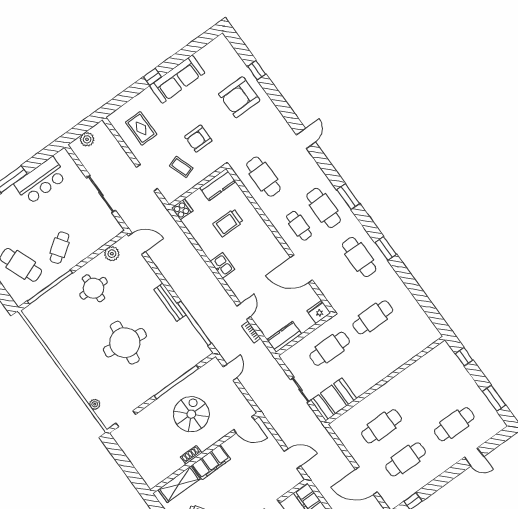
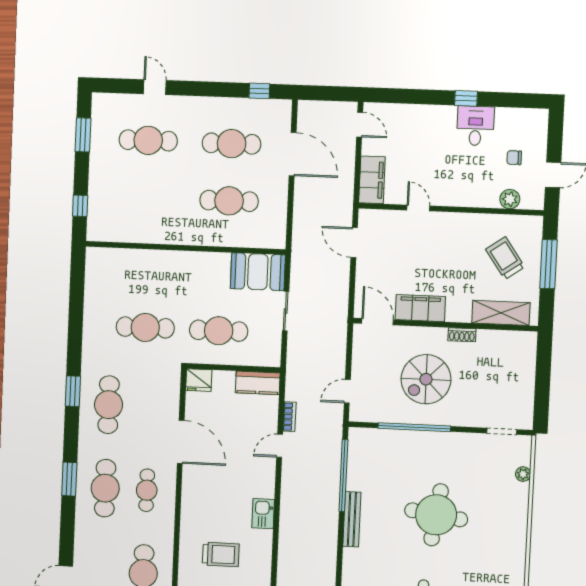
filing cabinet: (211, 462) -> (420, 308), moved

